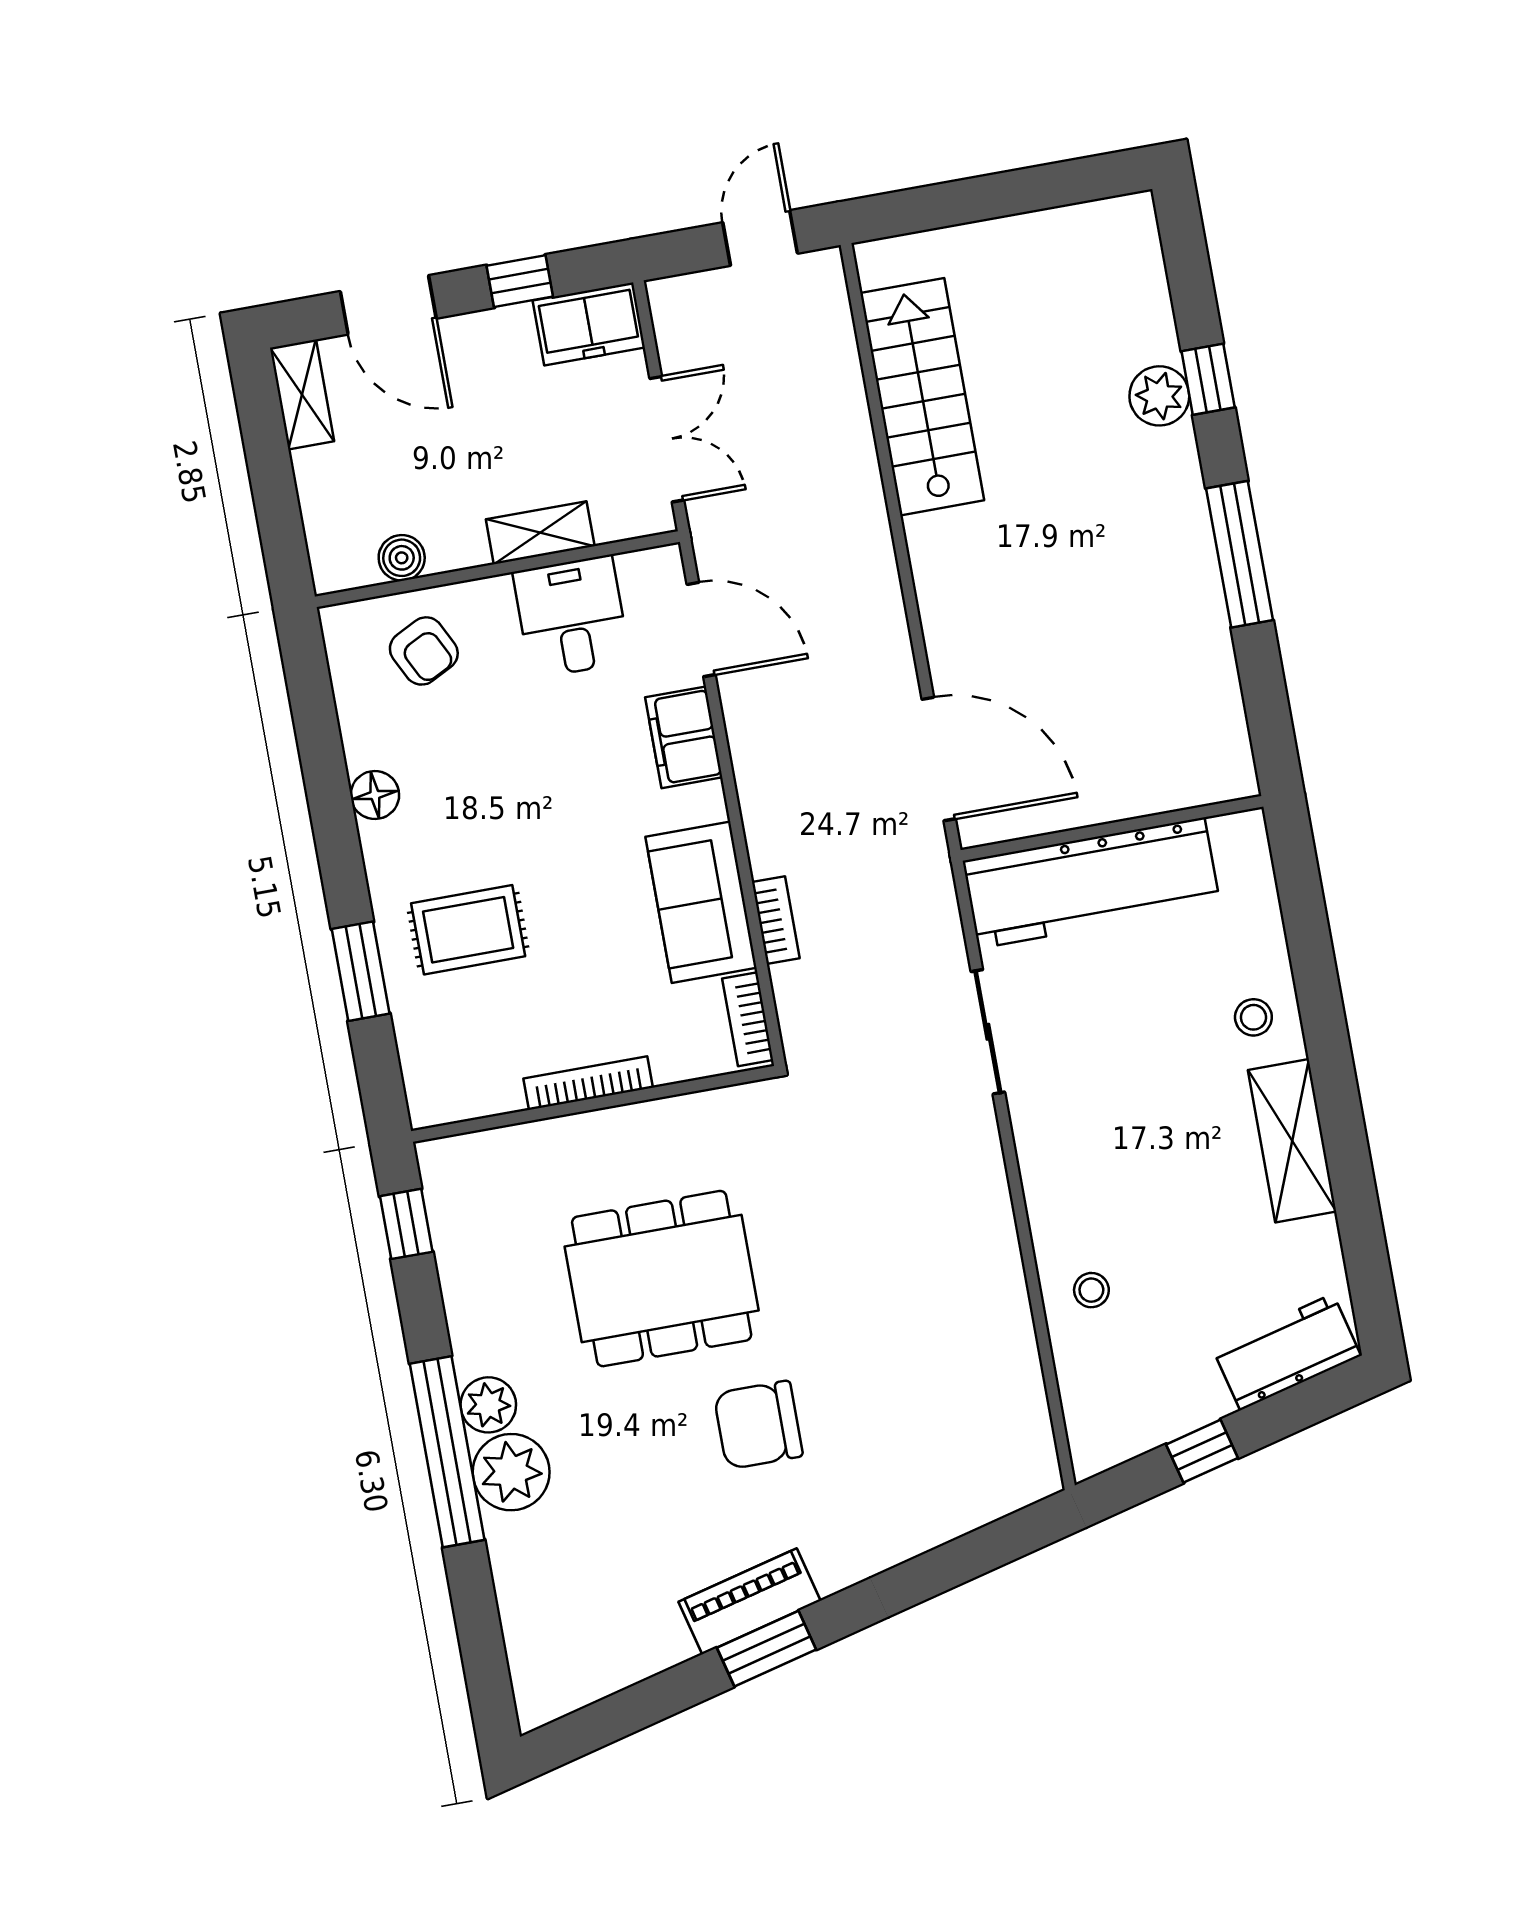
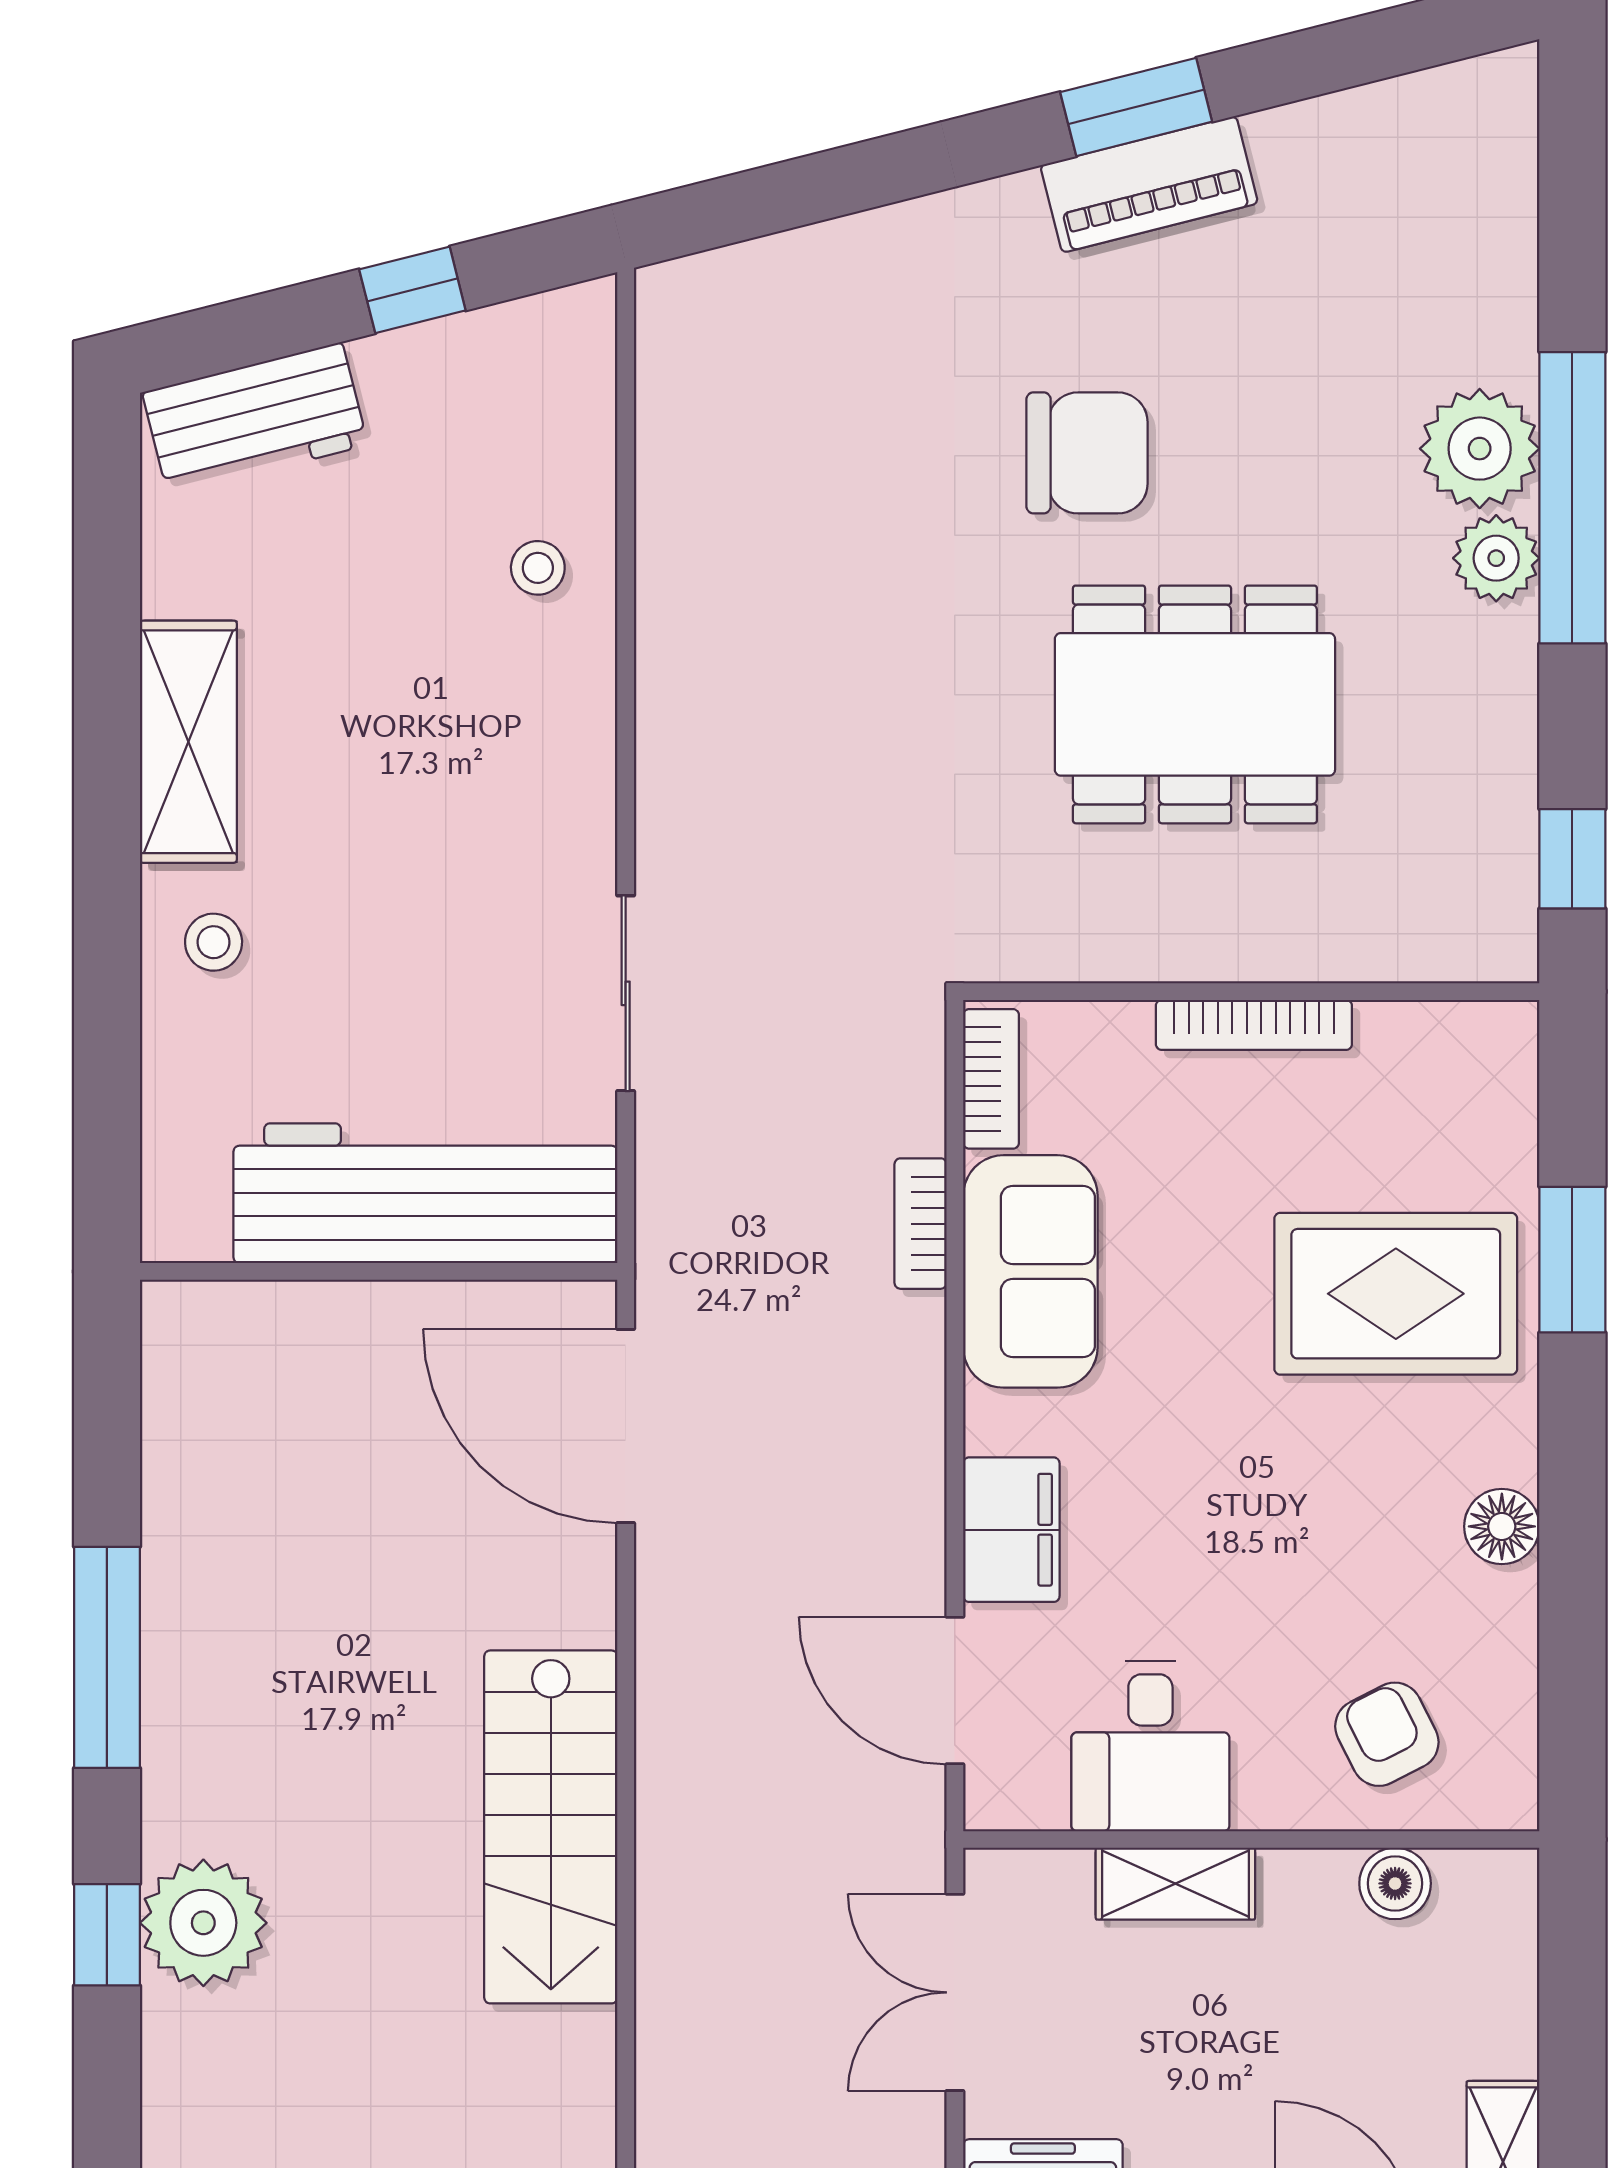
plant: (1159, 396) -> (203, 1923), width x1.36, depth x1.36
stairs: (922, 397) -> (551, 1827), moved
rug: (468, 930) -> (1396, 1294), width x1.36, depth x1.43

